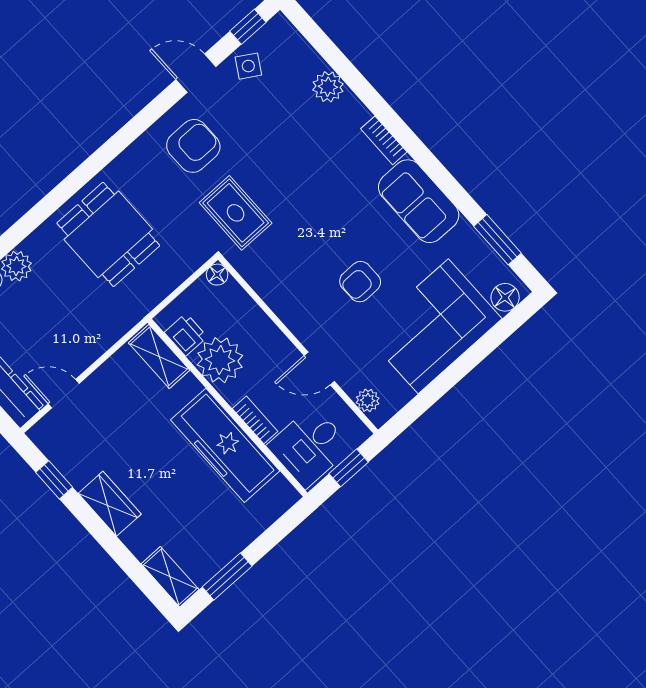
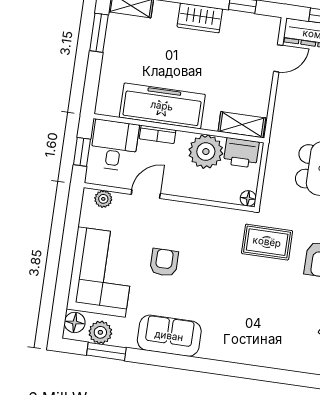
plant: (328, 87) -> (100, 332), moved
bookcase: (384, 140) -> (218, 353), removed
printer: (186, 335) -> (241, 153), width x1.36, depth x1.24

